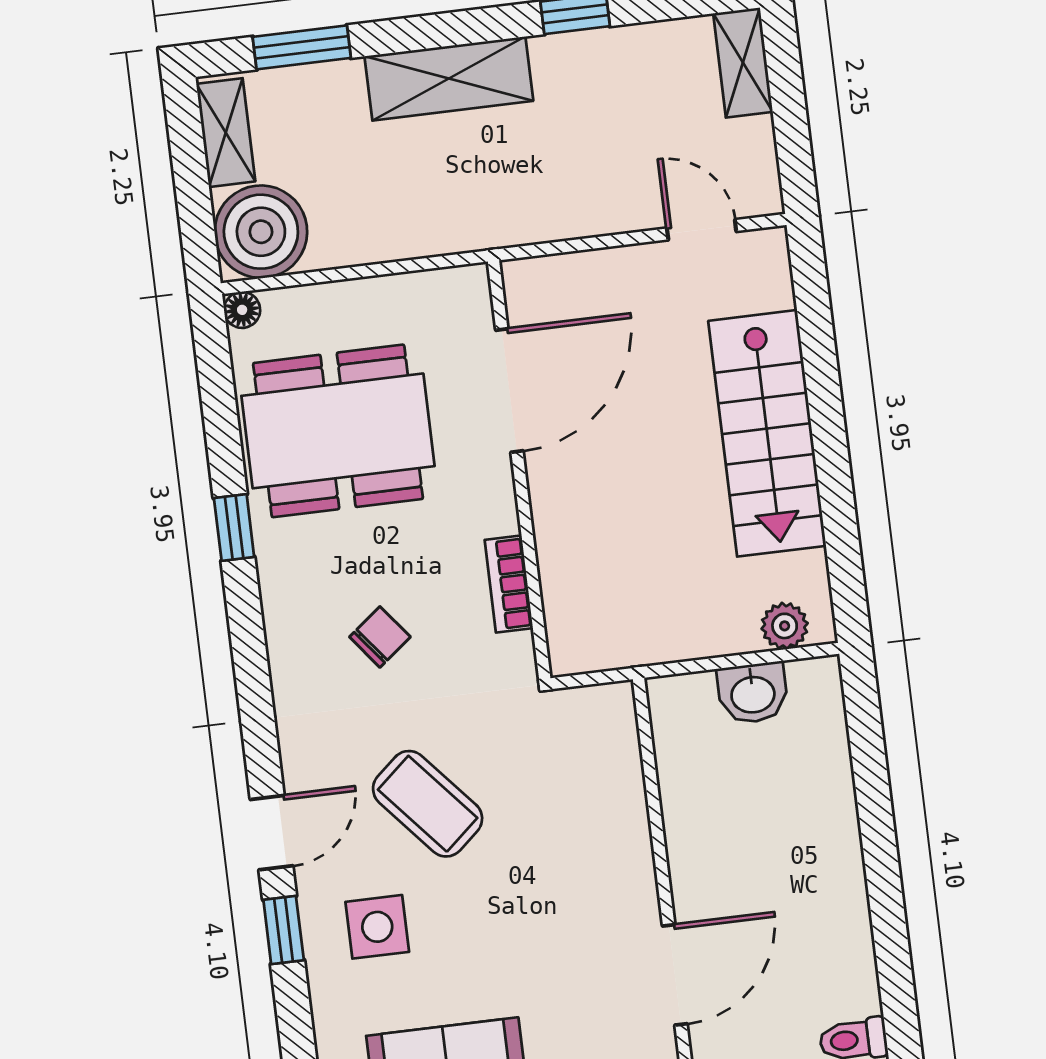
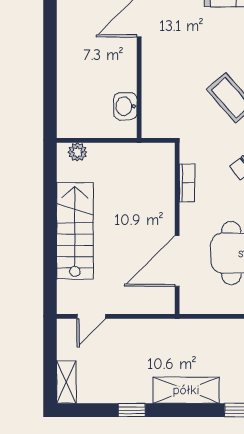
door: (702, 230) -> (91, 316), hinge flipped
washbasin: (753, 693) -> (125, 106), moved, turned -90

